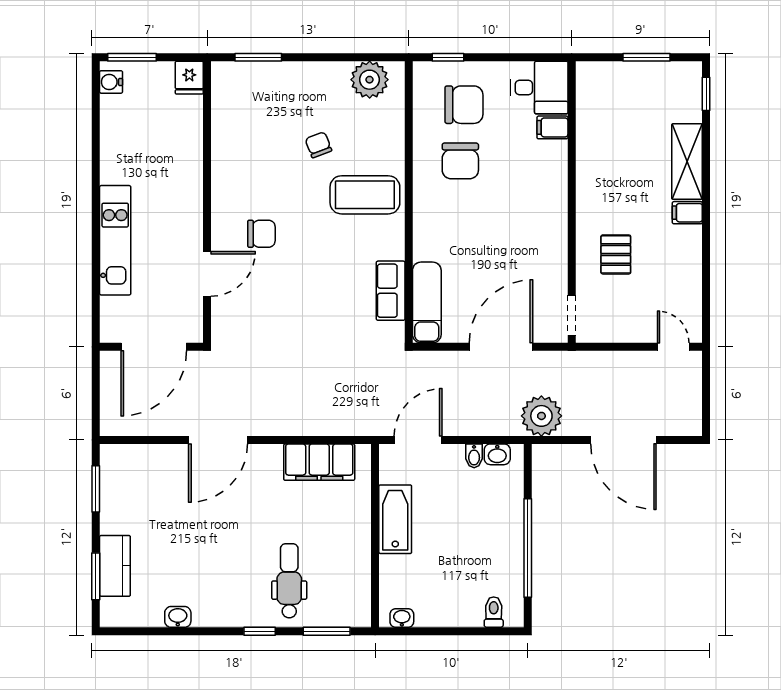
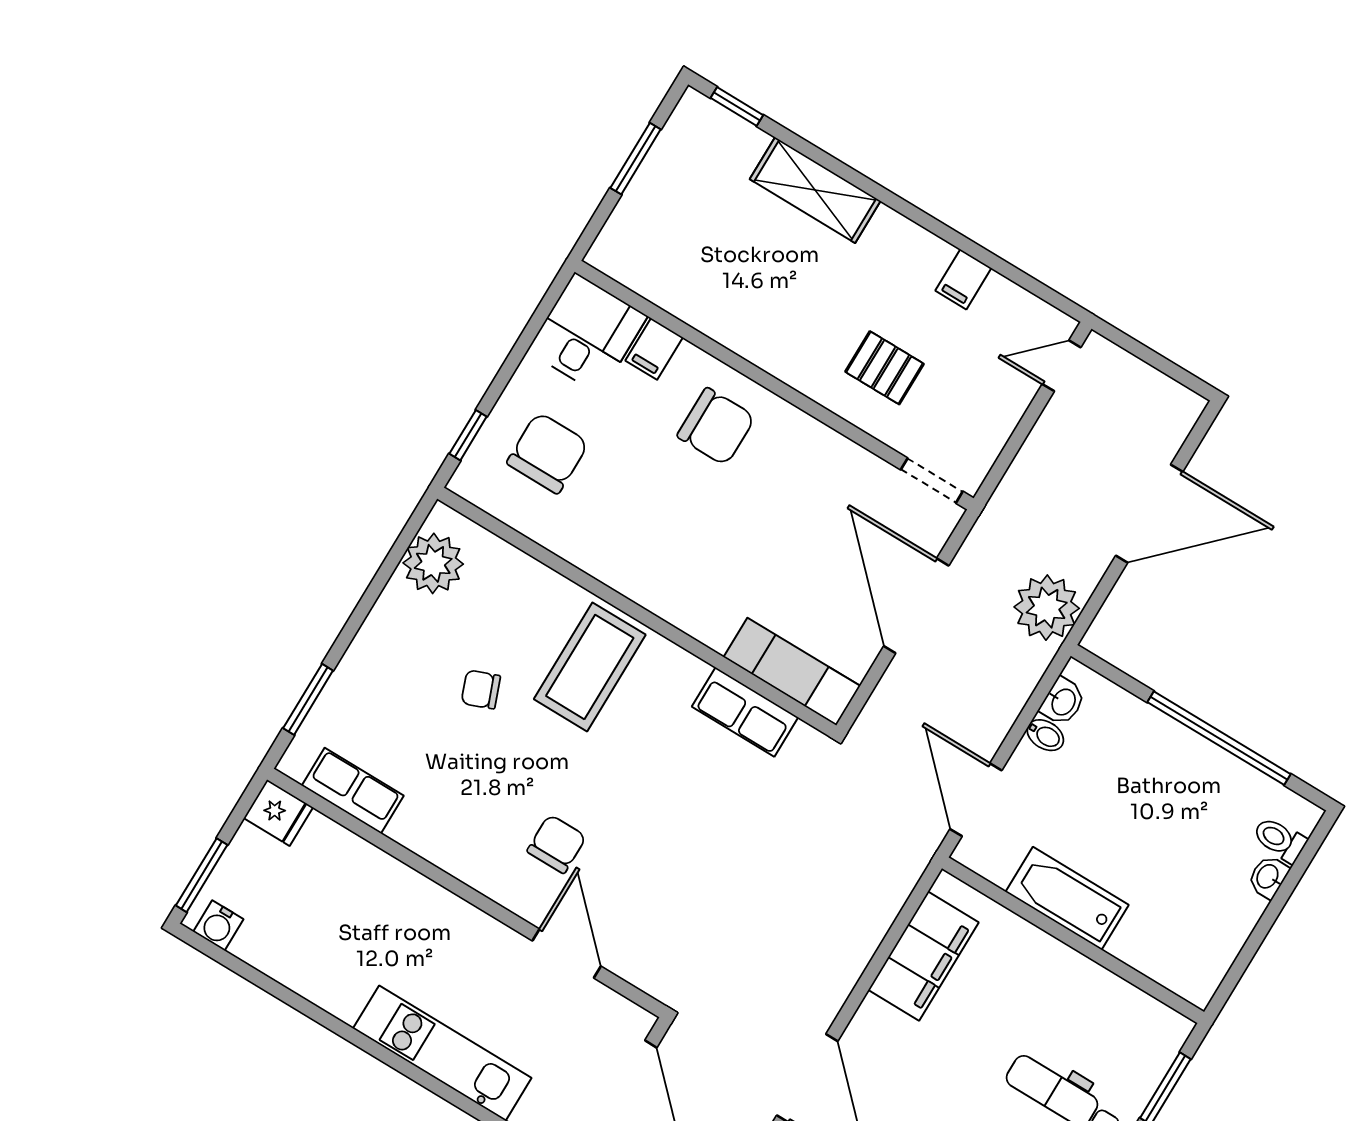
row of seats: (225, 110) -> (353, 791), added
chair: (460, 161) -> (716, 427), moved
filing cabinet: (687, 213) -> (963, 279), moved
washbasin: (402, 618) -> (1268, 877), moved

